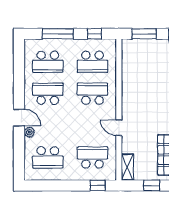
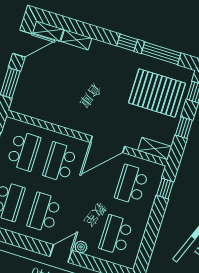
door: (119, 128) -> (107, 144), width x1.88
school desk: (48, 157) -> (116, 235), turned 180

